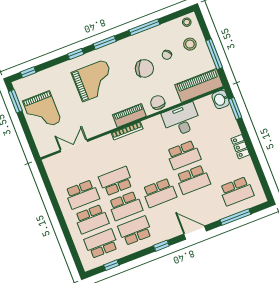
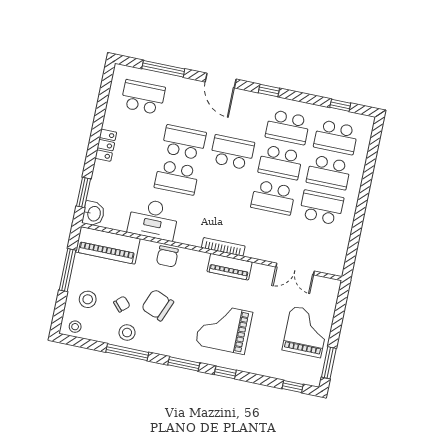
stool: (152, 39) -> (127, 333), added
piano: (129, 115) -> (230, 267), moved
school desk: (184, 155) -> (177, 178), turned 180
school desk: (126, 206) -> (280, 162), turned 180
school desk: (92, 219) -> (329, 172), turned 180

